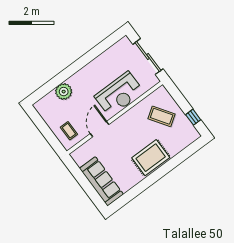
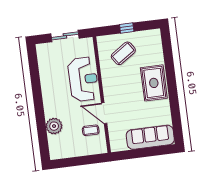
sliding door: (148, 57) -> (65, 36), width x0.73
window: (193, 117) -> (127, 28), moved
coffee table: (69, 131) -> (91, 130), moved

